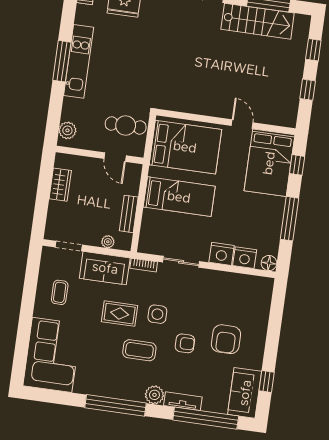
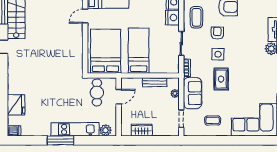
kitchen unit: (79, 61) -> (75, 129), moved
armchair: (185, 343) -> (217, 33), moved
coffee table: (139, 350) -> (196, 17), moved

